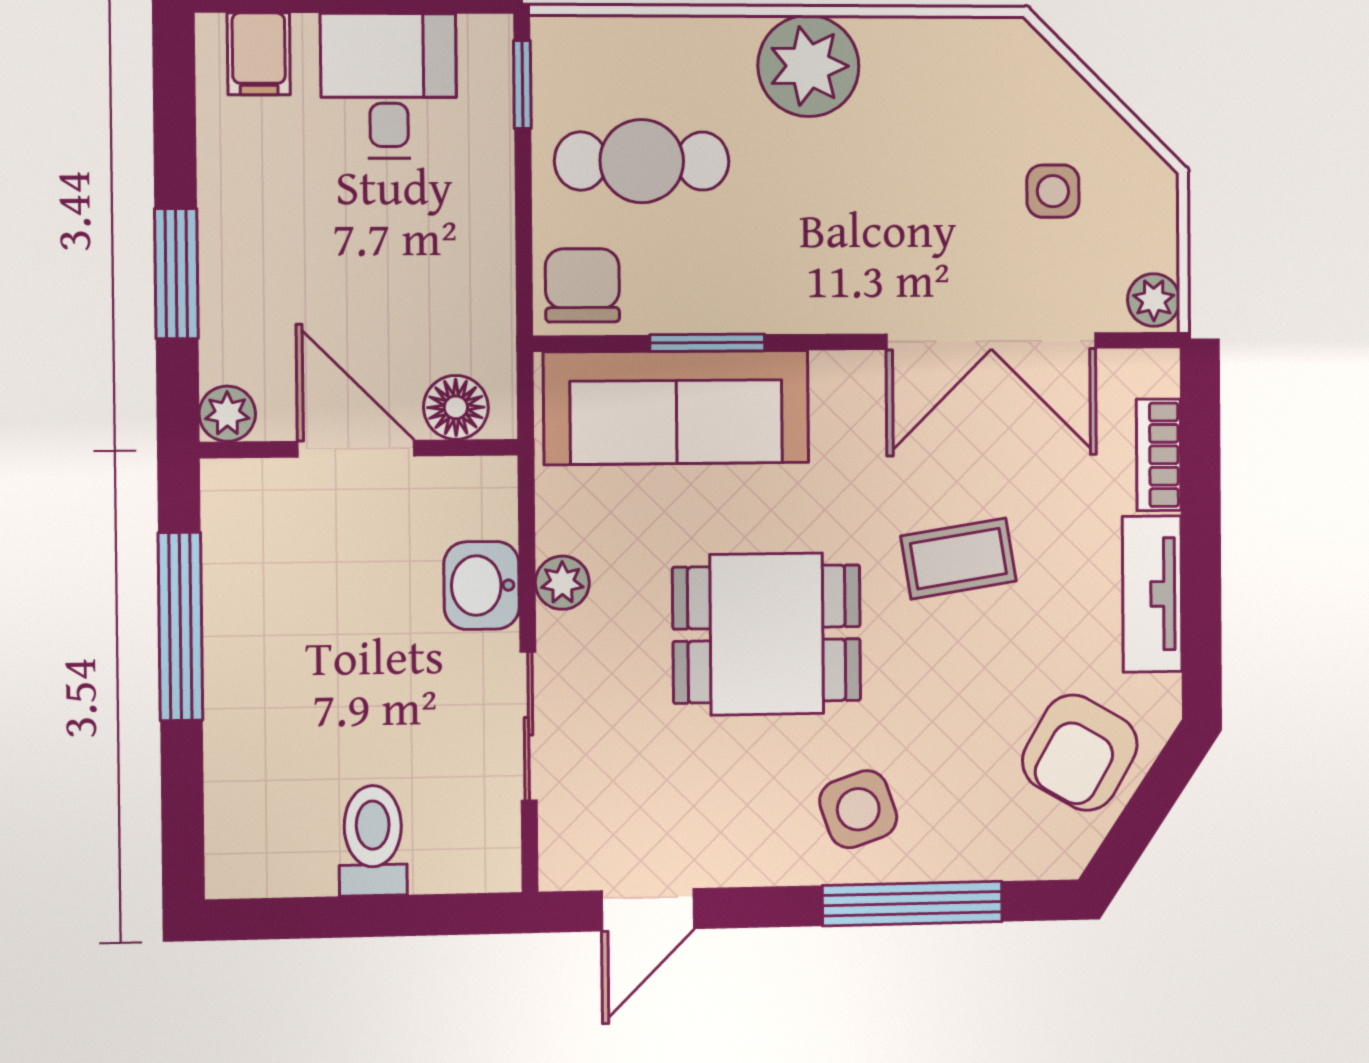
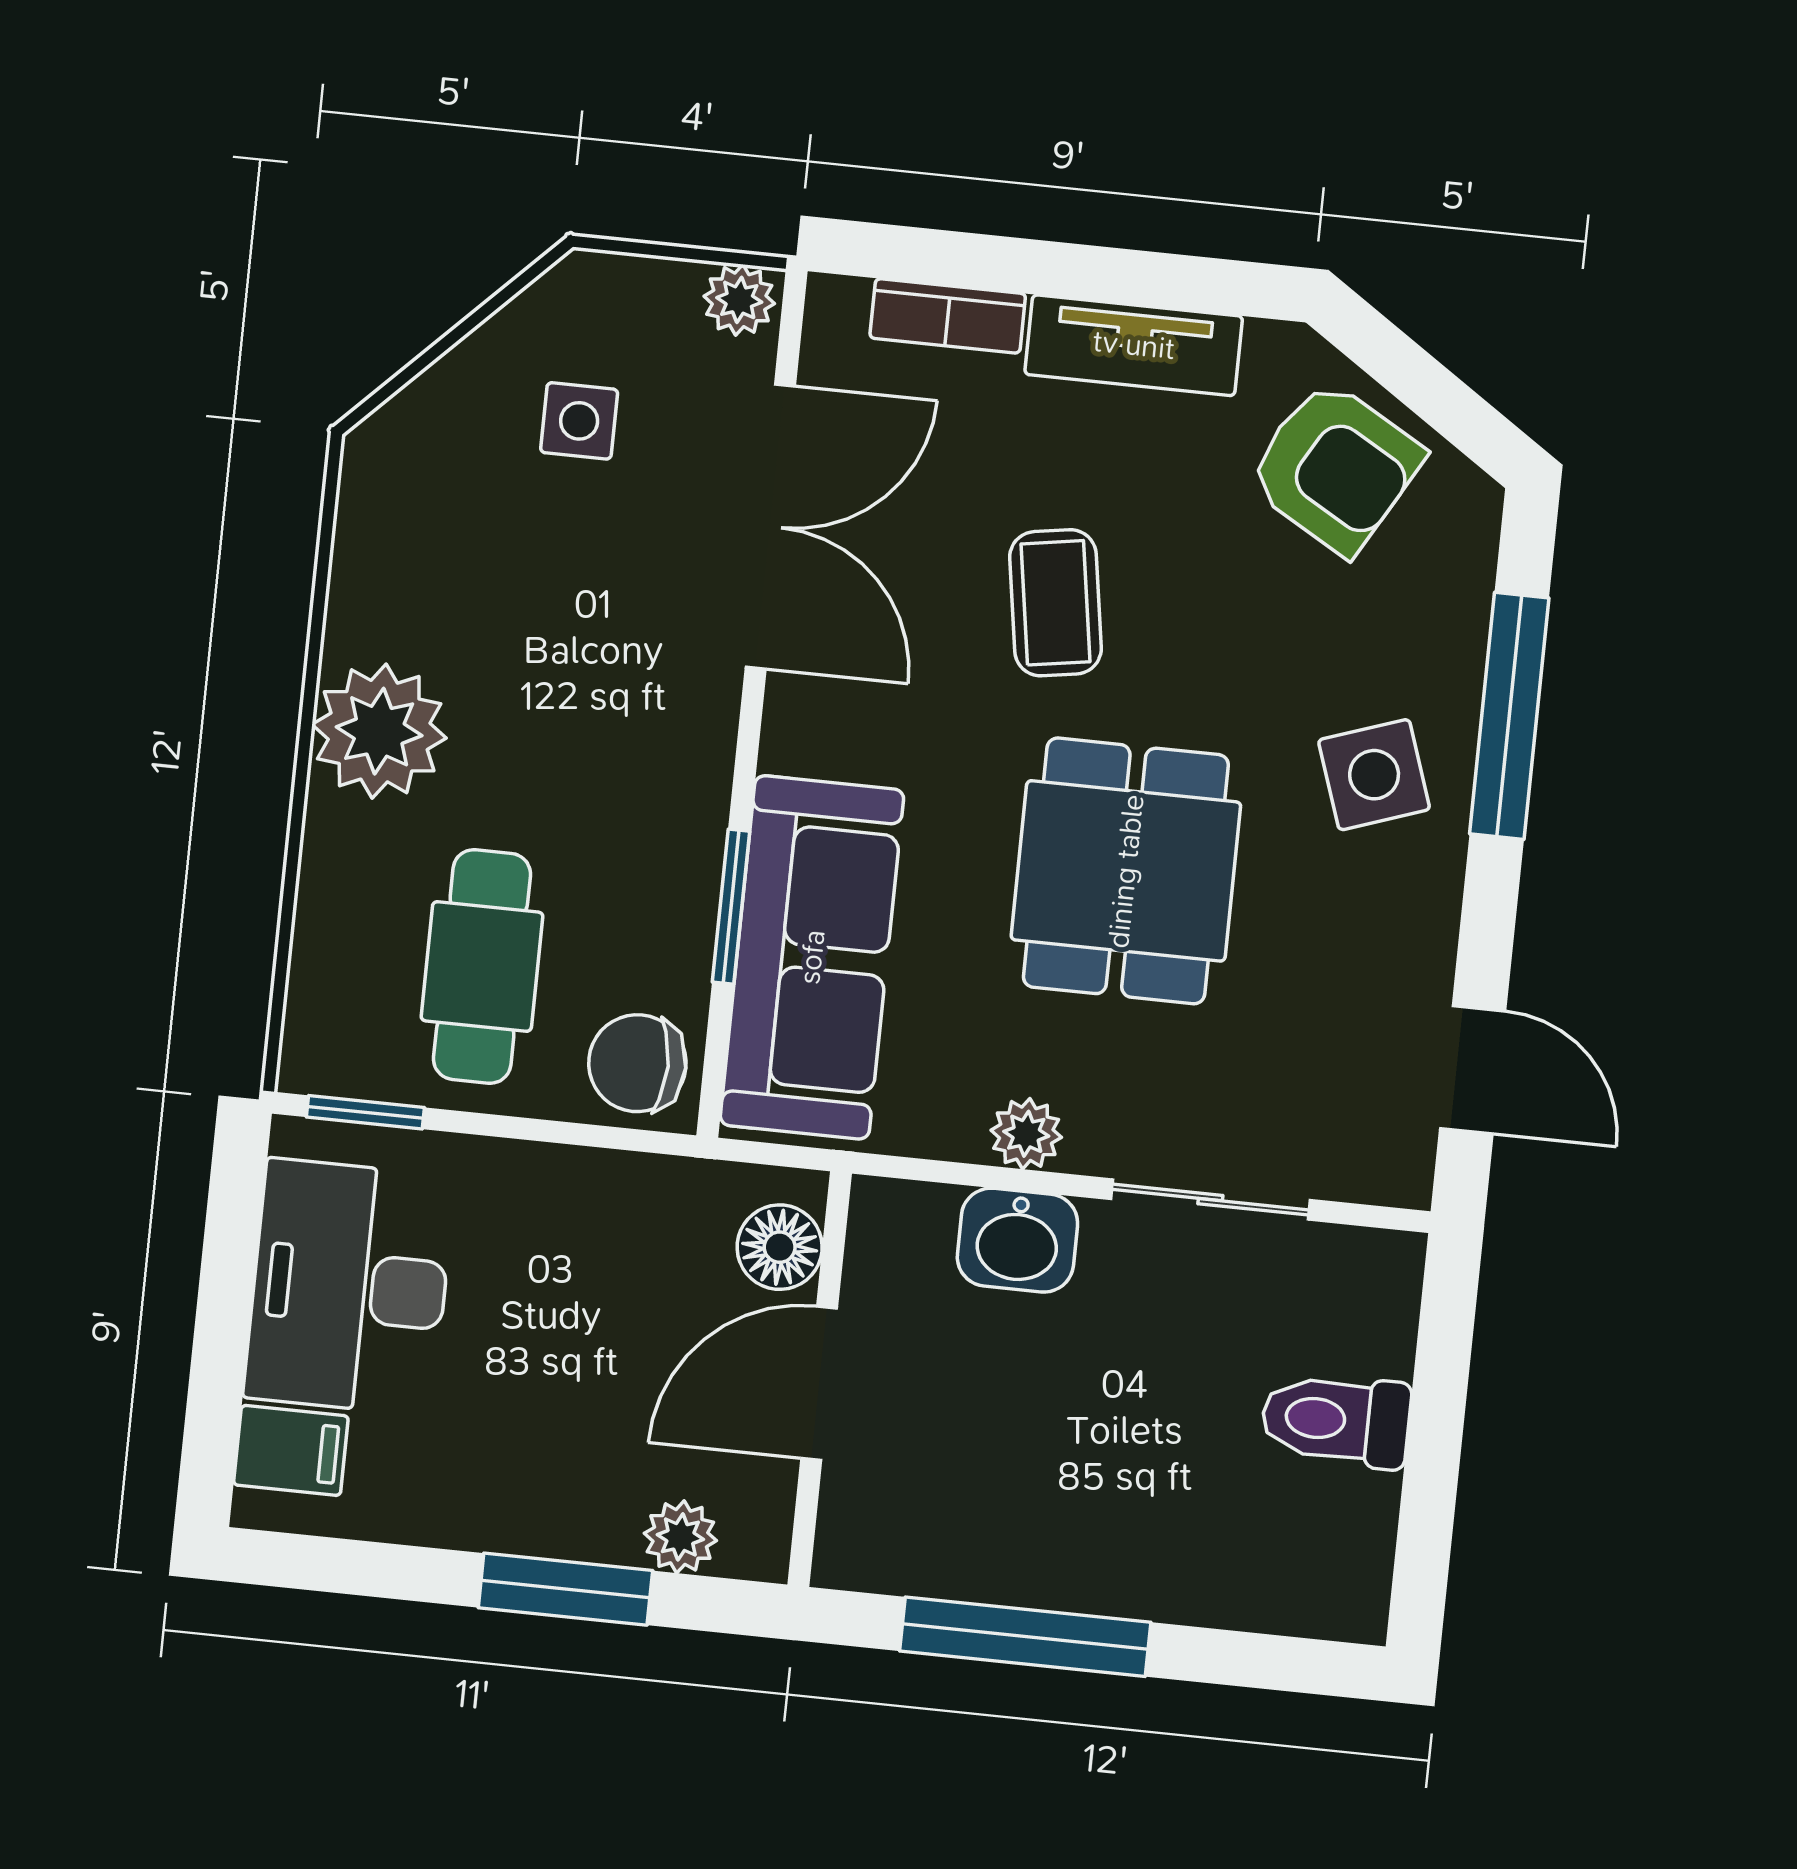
desk: (389, 86) -> (349, 1287), width x1.37
plant: (227, 414) -> (680, 1537), moved

